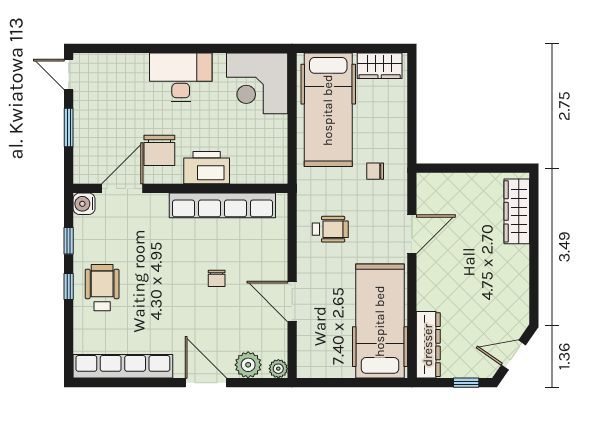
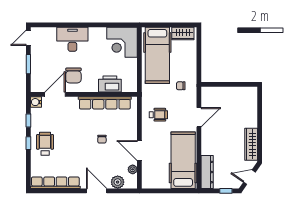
door: (69, 74) -> (28, 38), hinge flipped
desk: (181, 77) -> (72, 39), moved
printer: (207, 168) -> (110, 84), moved
wardrobe: (517, 211) -> (251, 144), moved
plant: (278, 369) -> (133, 169), moved

